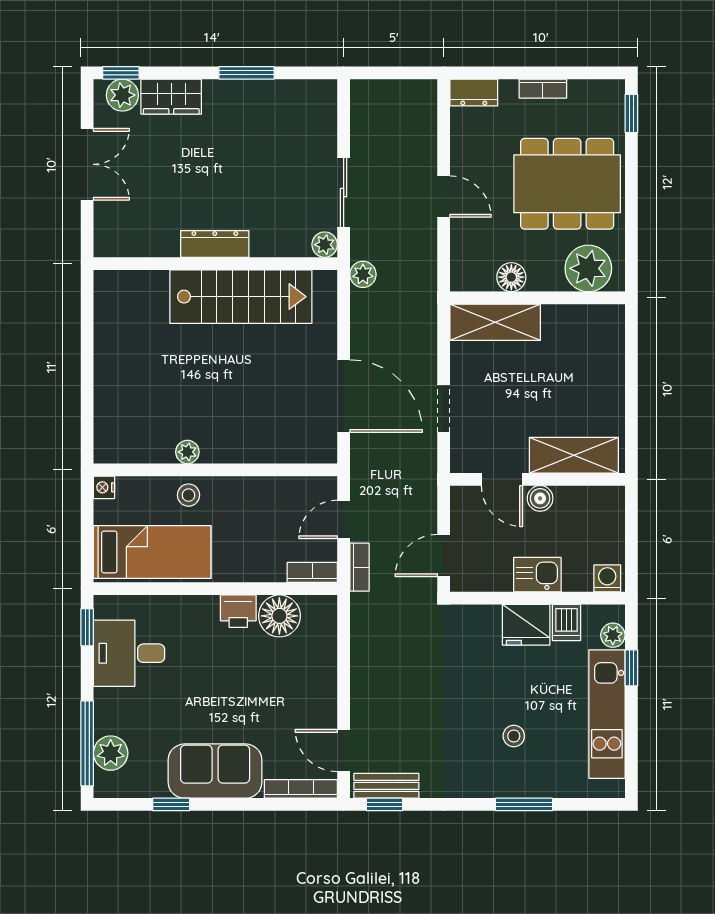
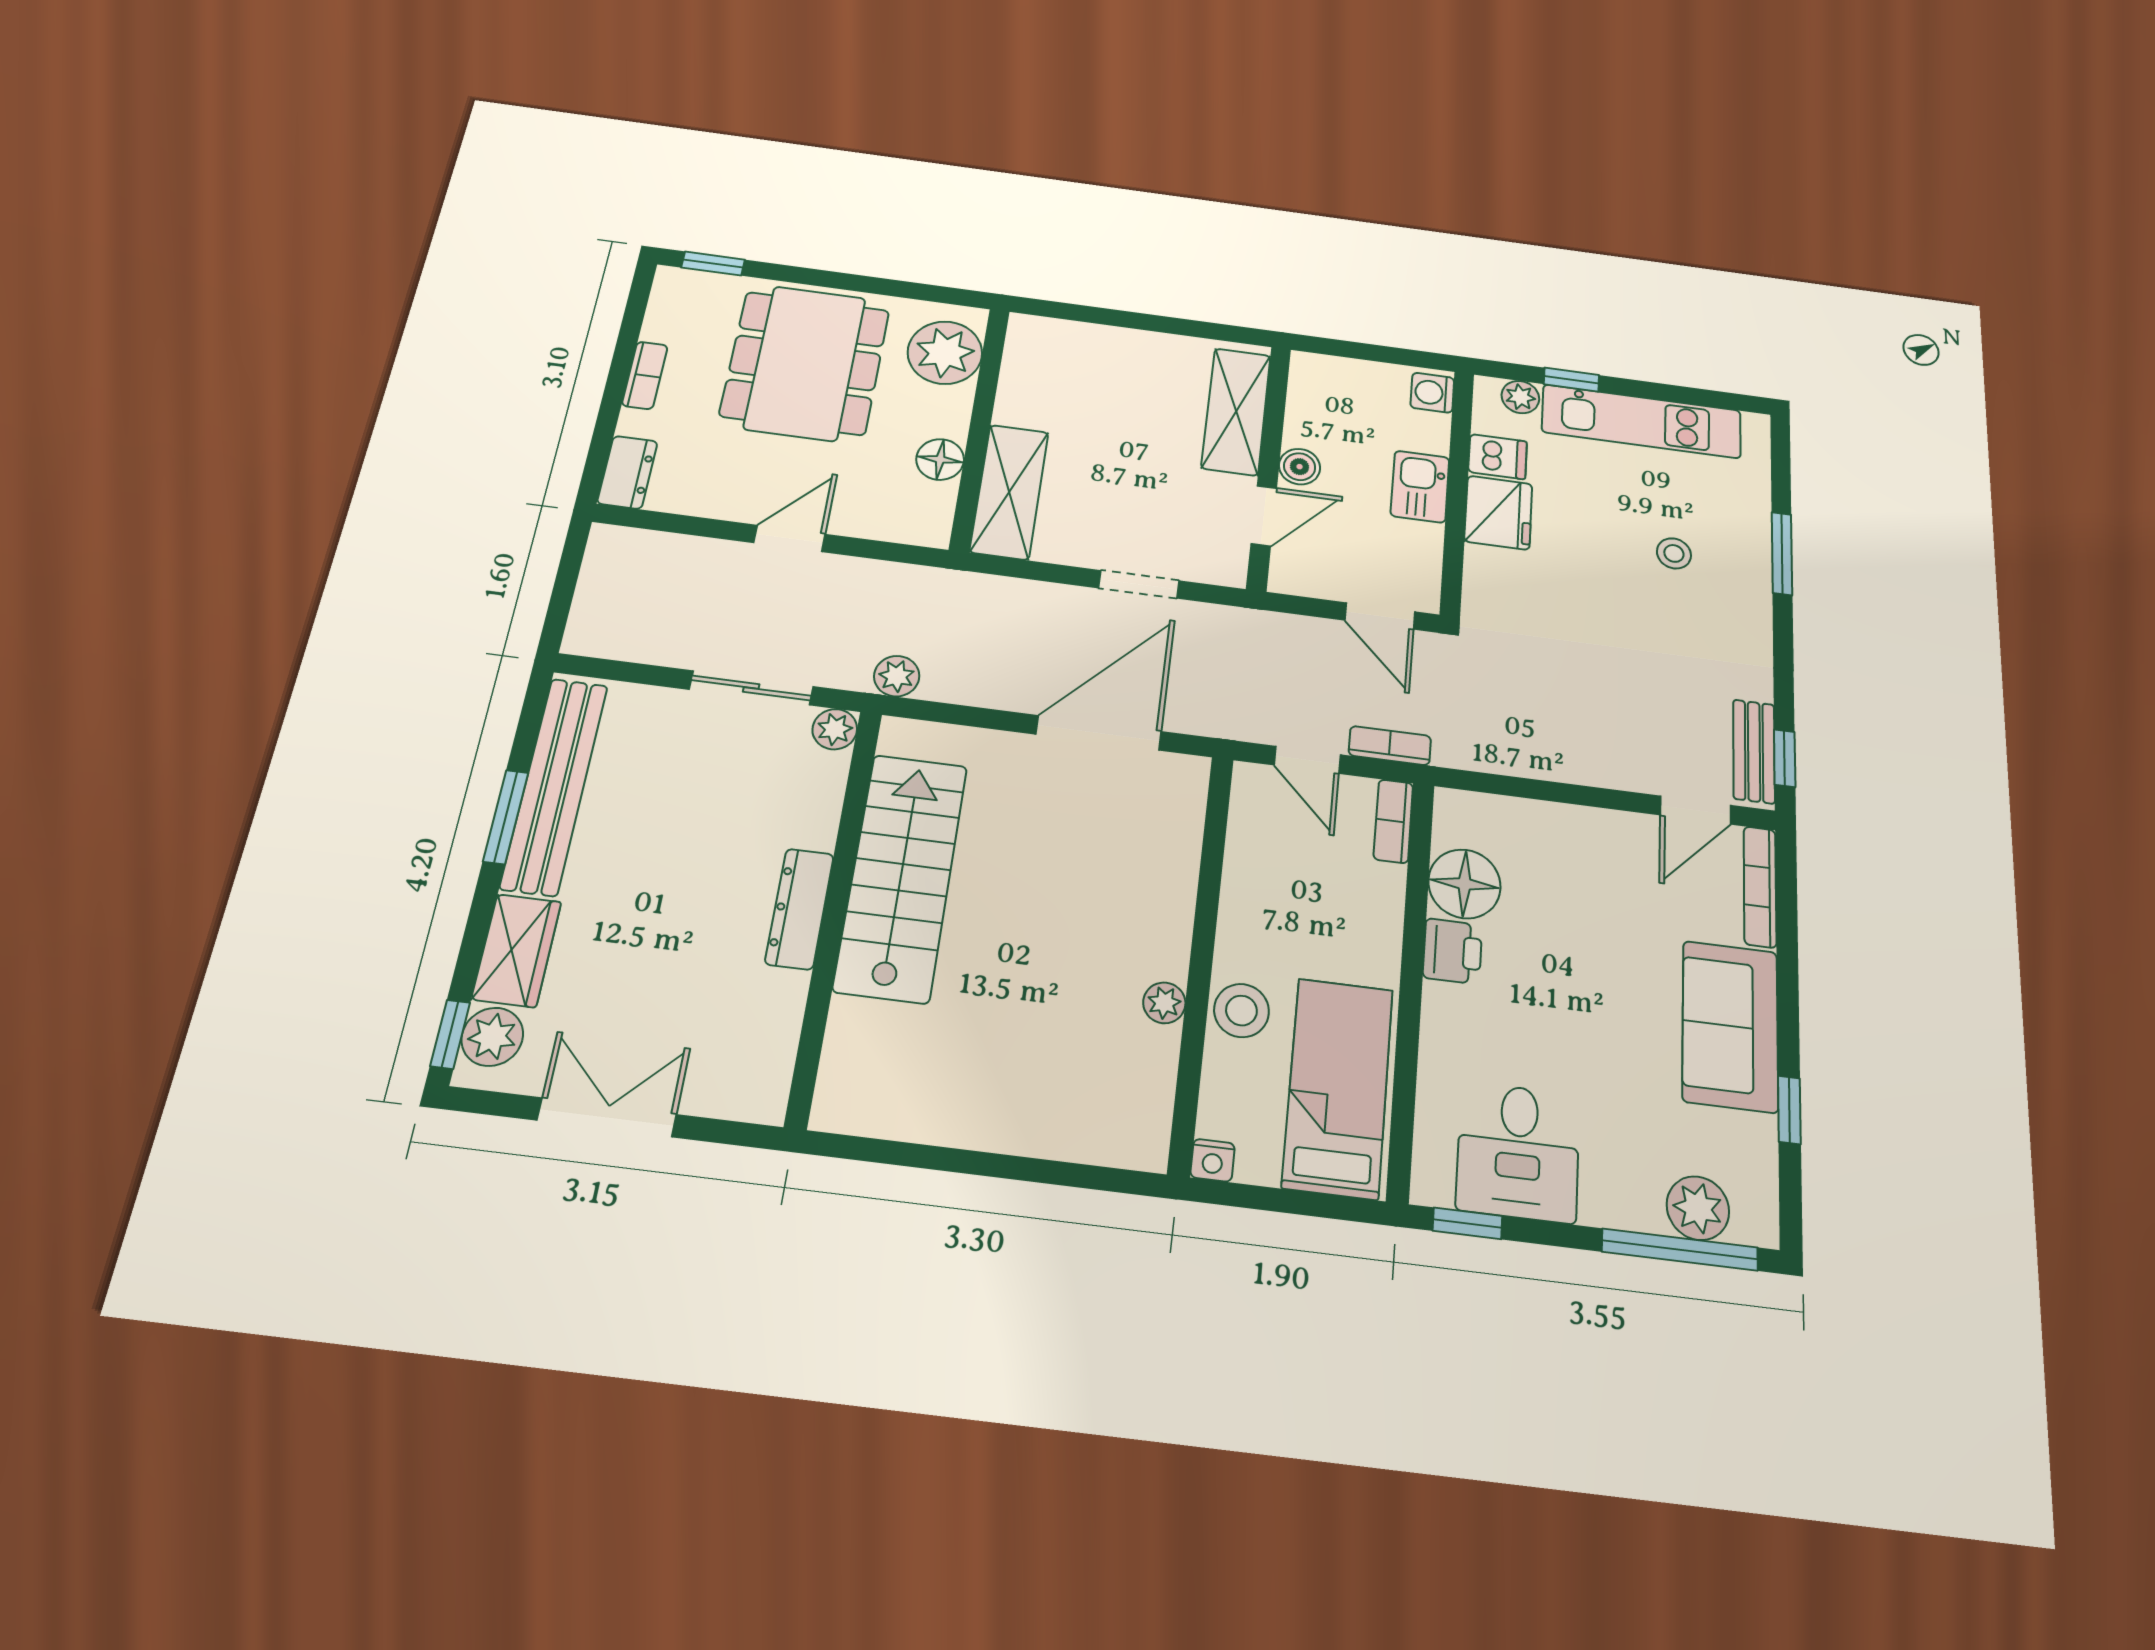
bench: (269, 95) -> (554, 786), added
stool: (189, 495) -> (1241, 1011), width x1.37, depth x1.37

